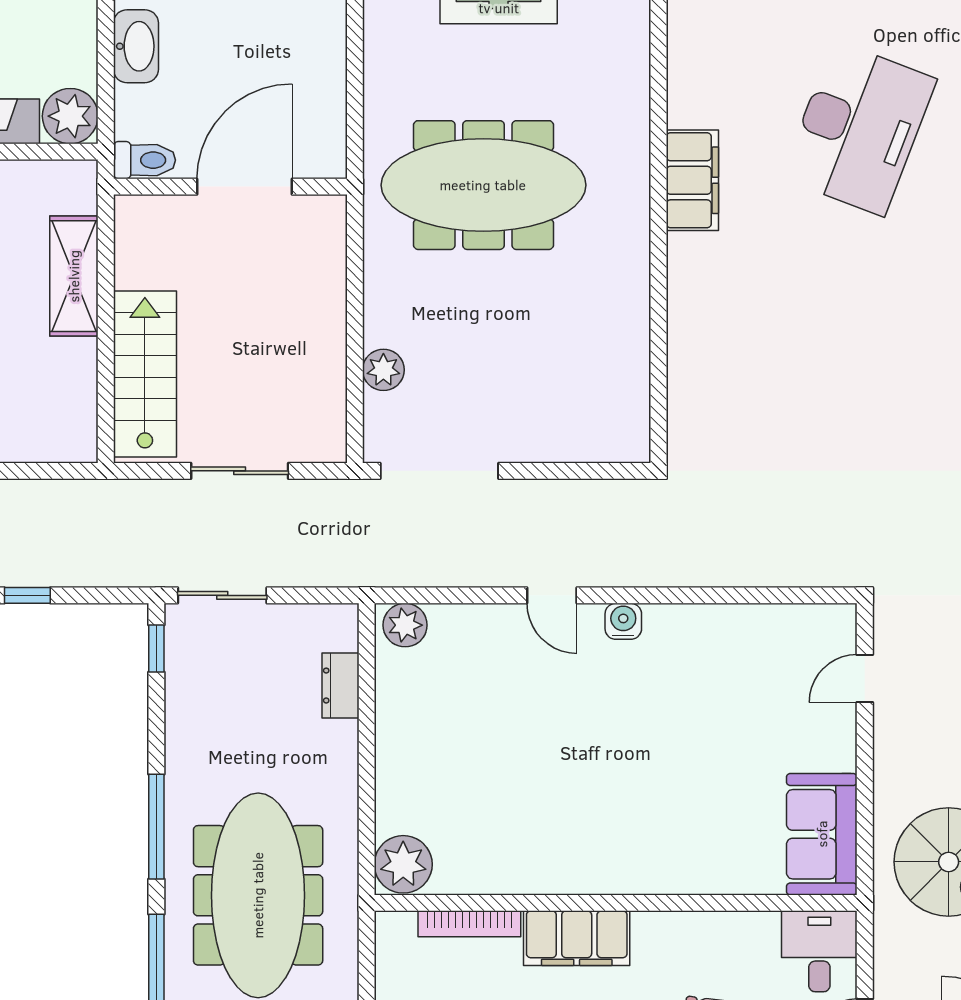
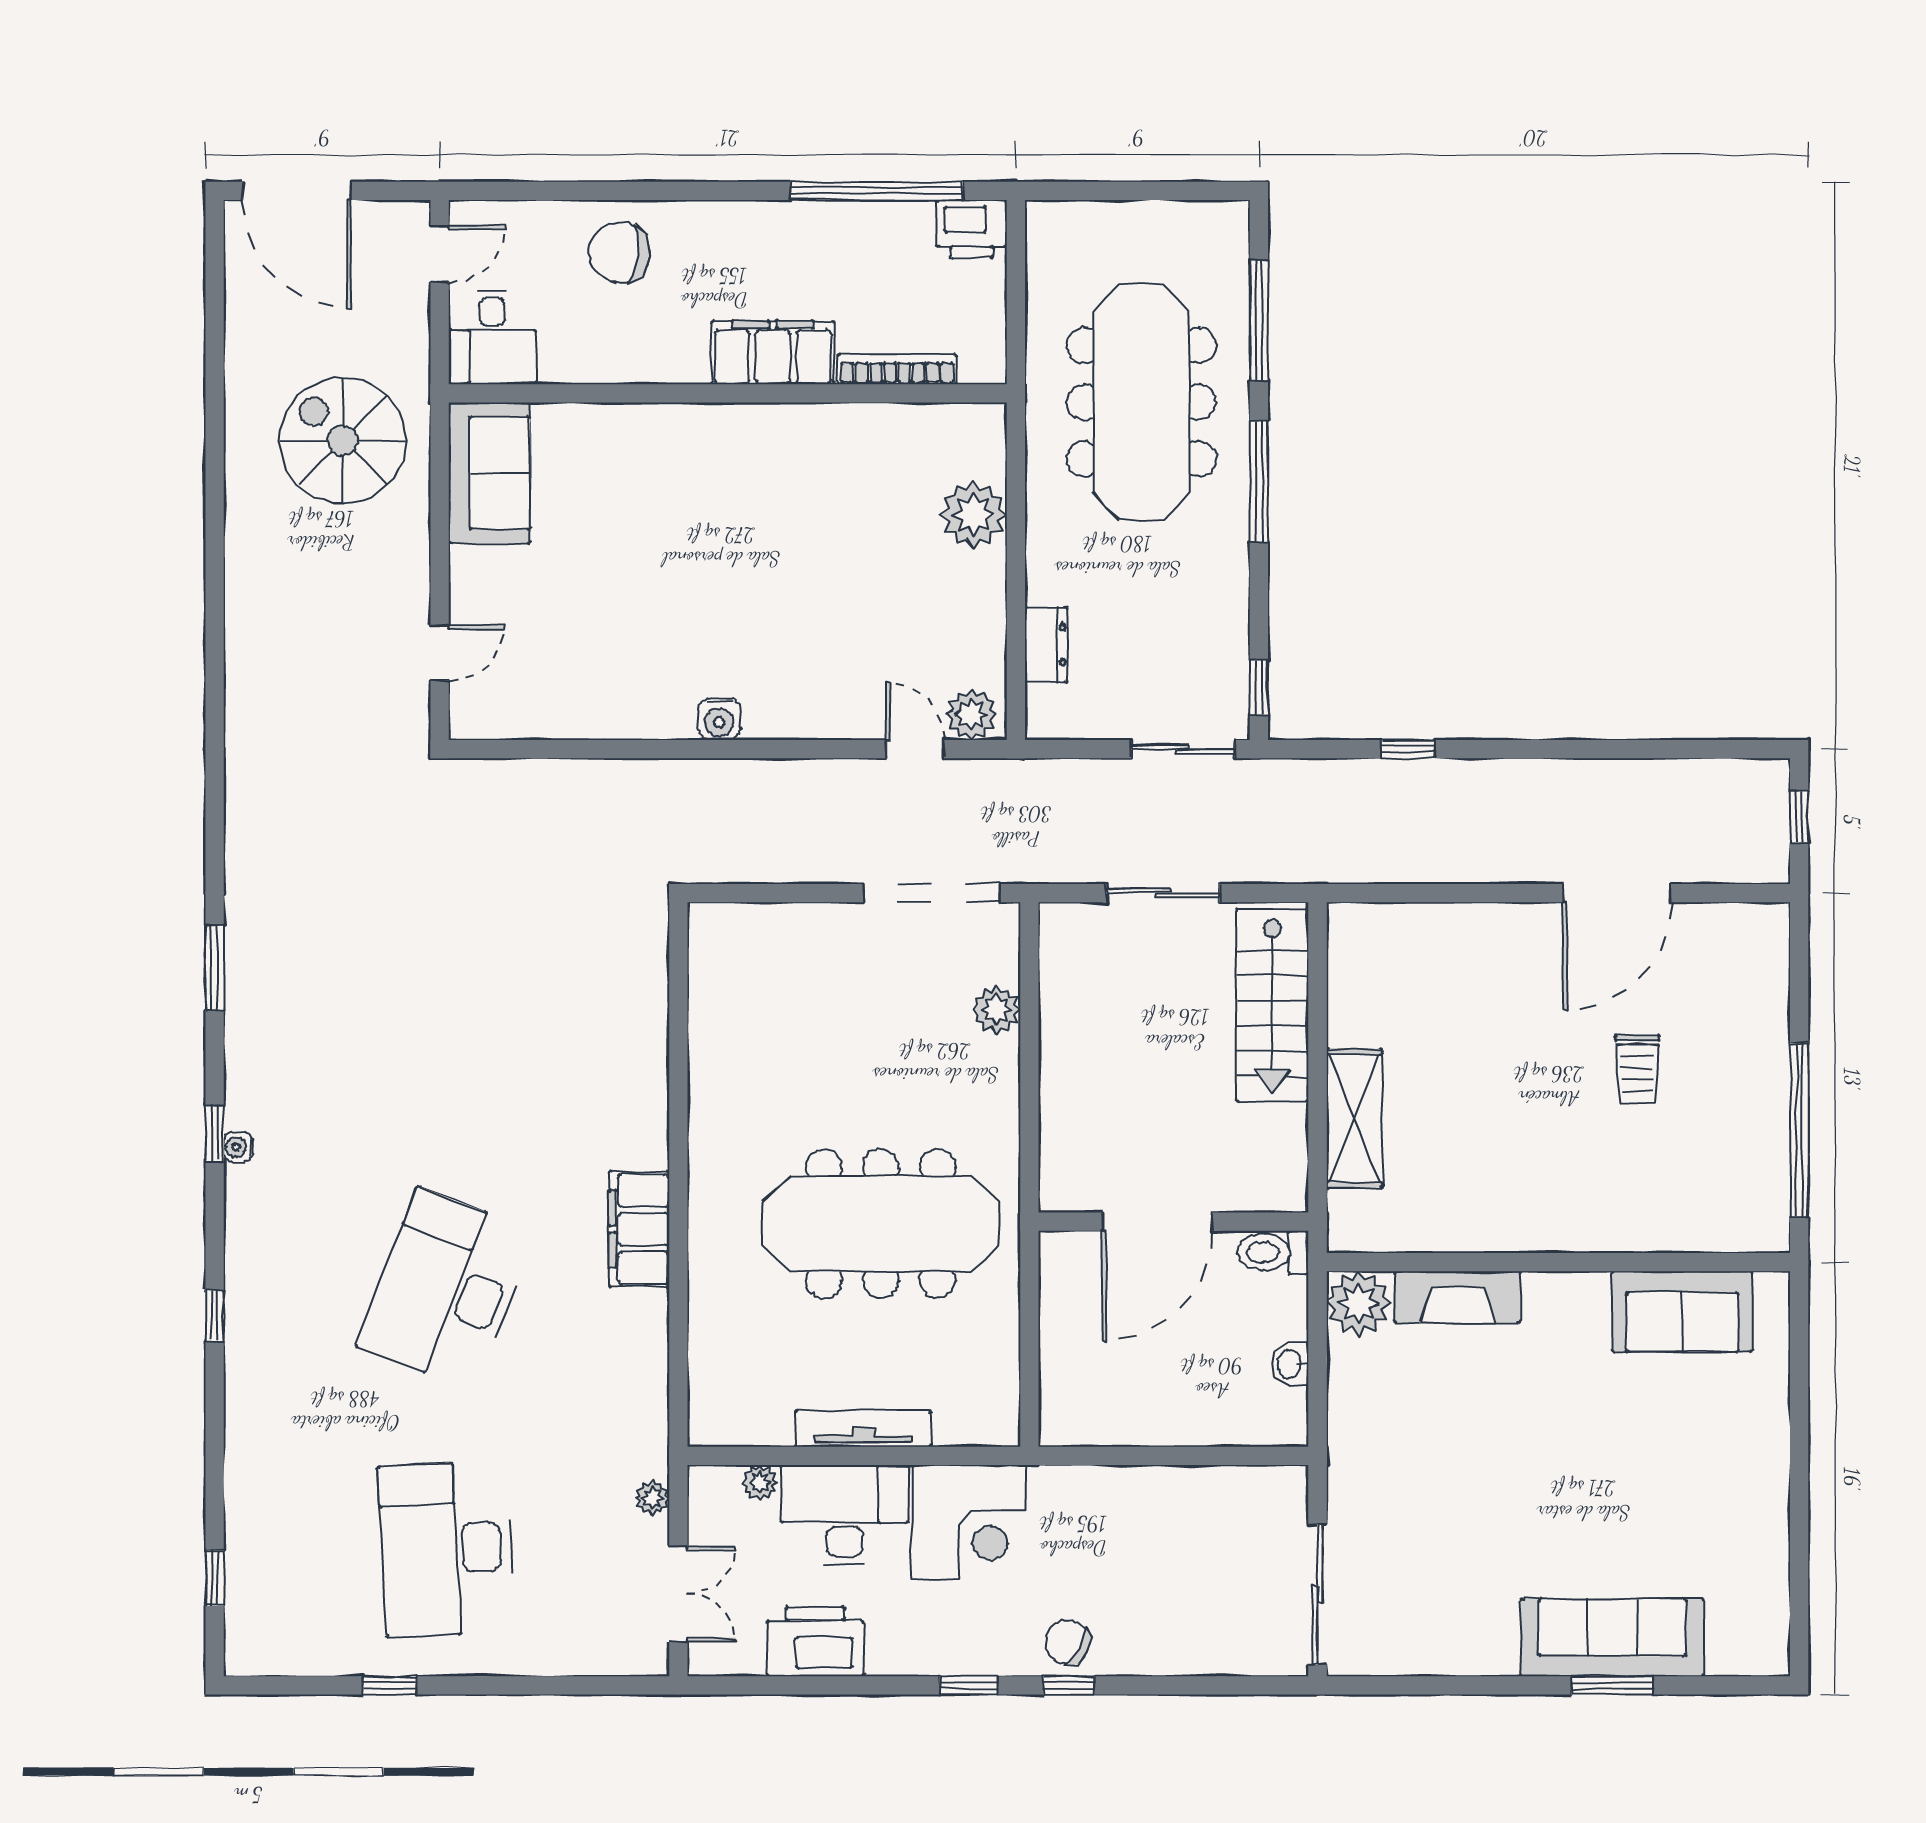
washbasin: (136, 46) -> (1291, 1364), width x0.52, depth x0.69
door: (552, 595) -> (915, 749), moved
plant: (403, 864) -> (973, 515), moved

